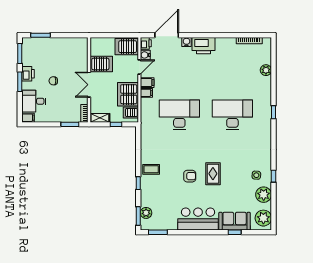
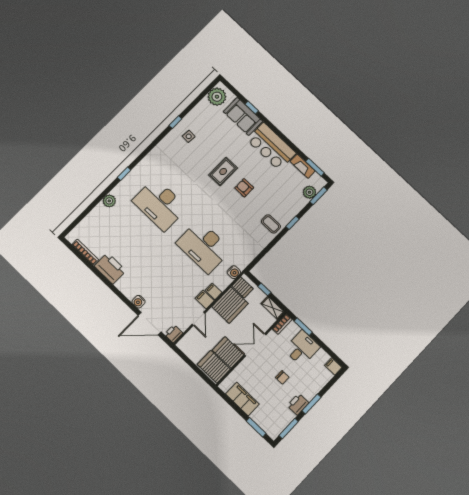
filing cabinet: (65, 44) -> (242, 399), added
printer: (203, 46) -> (110, 268), moved
server rack: (127, 47) -> (214, 367), moved, turned 180
water cooler: (145, 55) -> (234, 272), moved
door: (139, 67) -> (198, 319), swing flipped
plant: (266, 70) -> (109, 201), moved
double door: (89, 85) -> (255, 345), swing flipped
desk: (34, 101) -> (302, 348), moved, turned -90
plant: (264, 195) -> (198, 115), removed
fireplace: (166, 226) -> (303, 166), added

